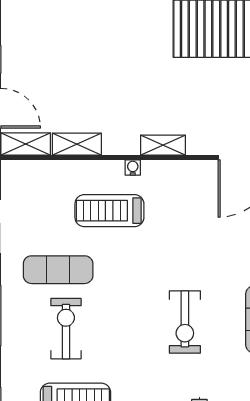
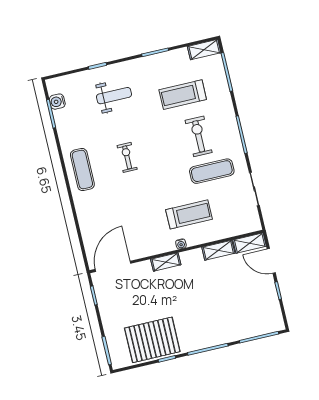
exercise bike: (185, 322) -> (127, 157), width x0.73, depth x0.72
exercise bike: (66, 329) -> (199, 136), turned 180

